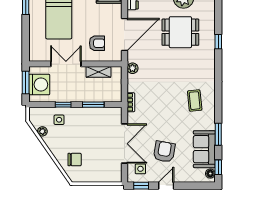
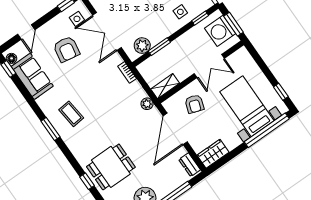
dining table: (180, 32) -> (111, 167), moved
armchair: (97, 43) -> (194, 104), turned -71
shelving: (98, 72) -> (165, 86), moved
window: (63, 105) -> (200, 18), moved
plant: (105, 114) -> (142, 46), added
window: (218, 134) -> (50, 129), moved
door: (166, 186) -> (26, 32), moved

